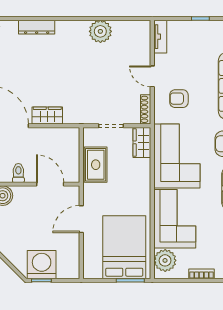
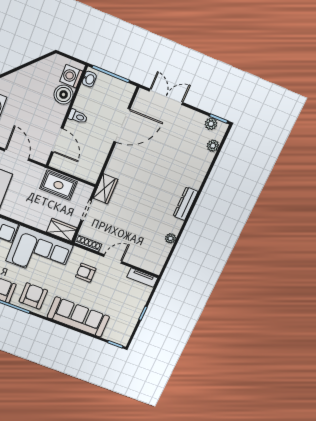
dresser: (37, 27) -> (185, 204), moved
plant: (100, 31) -> (170, 238), width x0.53, depth x0.53
armchair: (179, 99) -> (86, 273), turned -90
wardrobe: (47, 115) -> (105, 189), moved
door: (50, 184) -> (57, 140), hinge flipped

